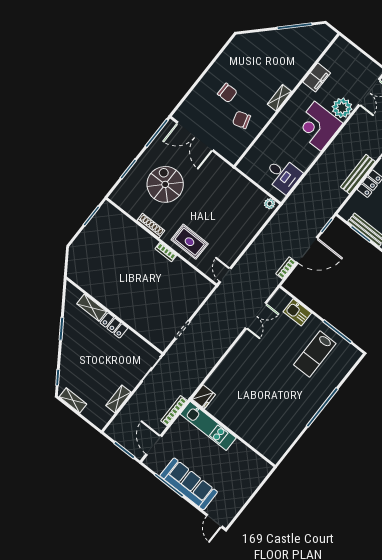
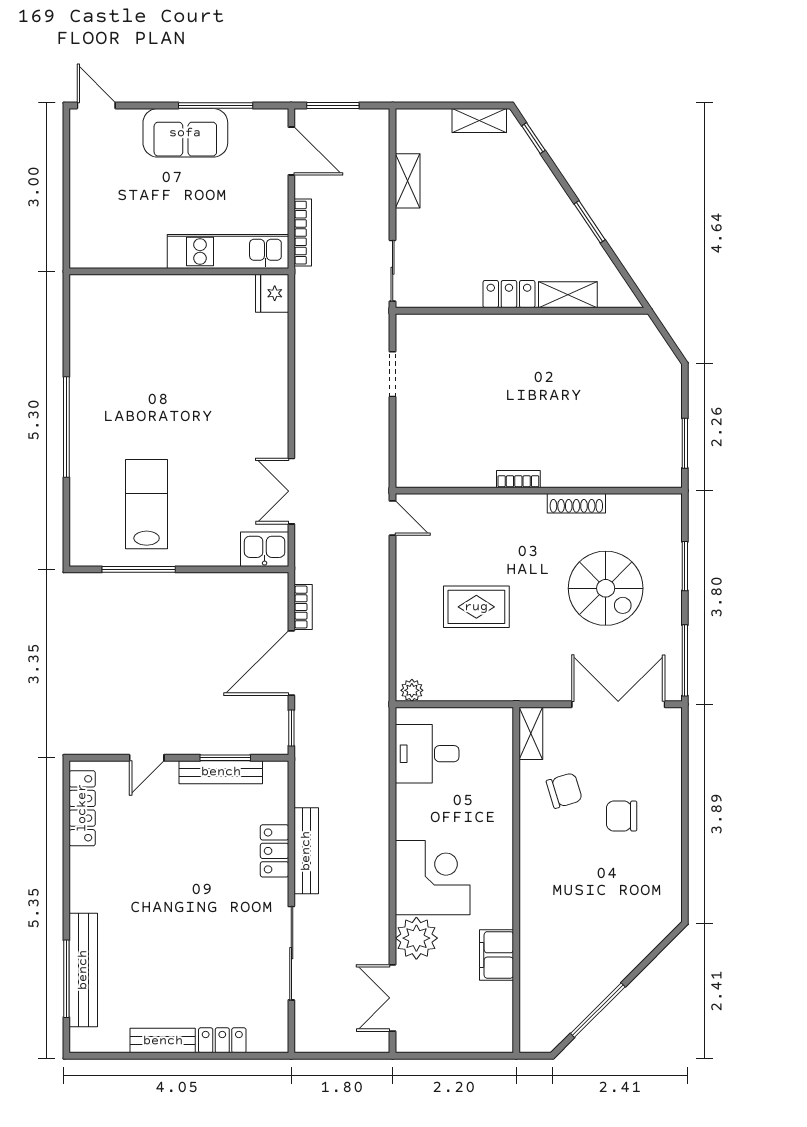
shelving: (279, 98) -> (531, 733), moved
rug: (190, 242) -> (476, 607), moved
kitchen sink: (297, 312) -> (265, 549), moved
sofa: (189, 484) -> (185, 133), width x0.73

